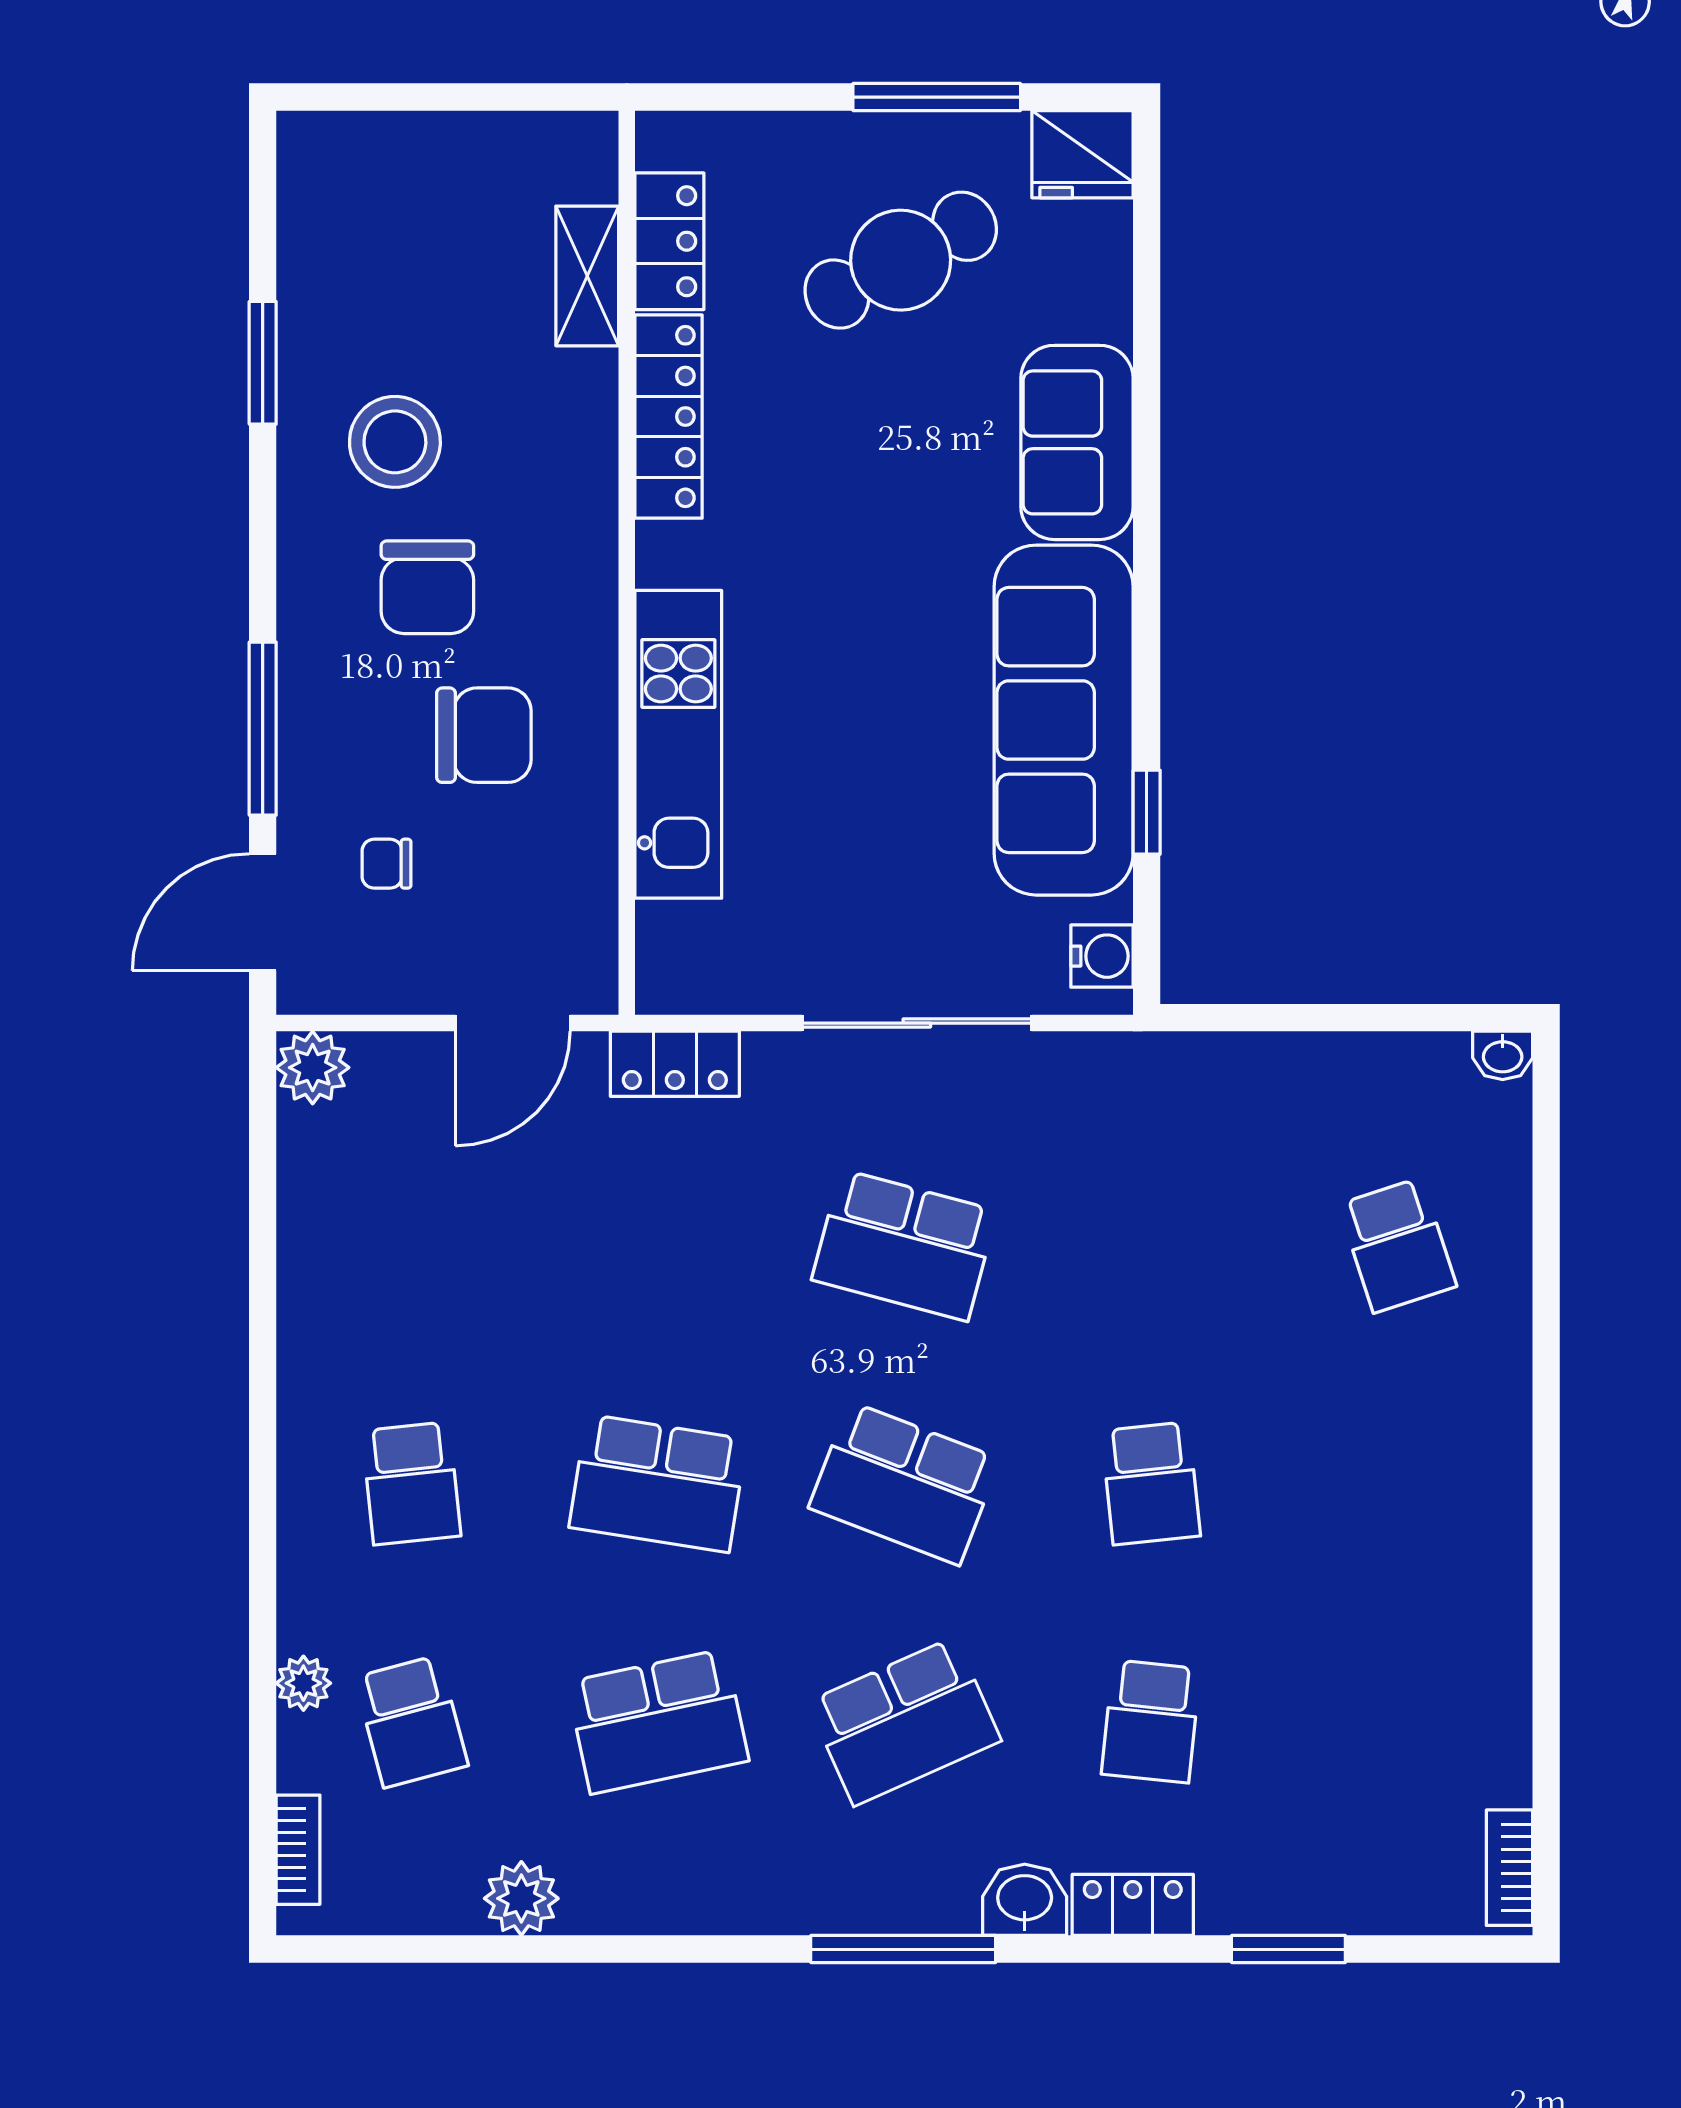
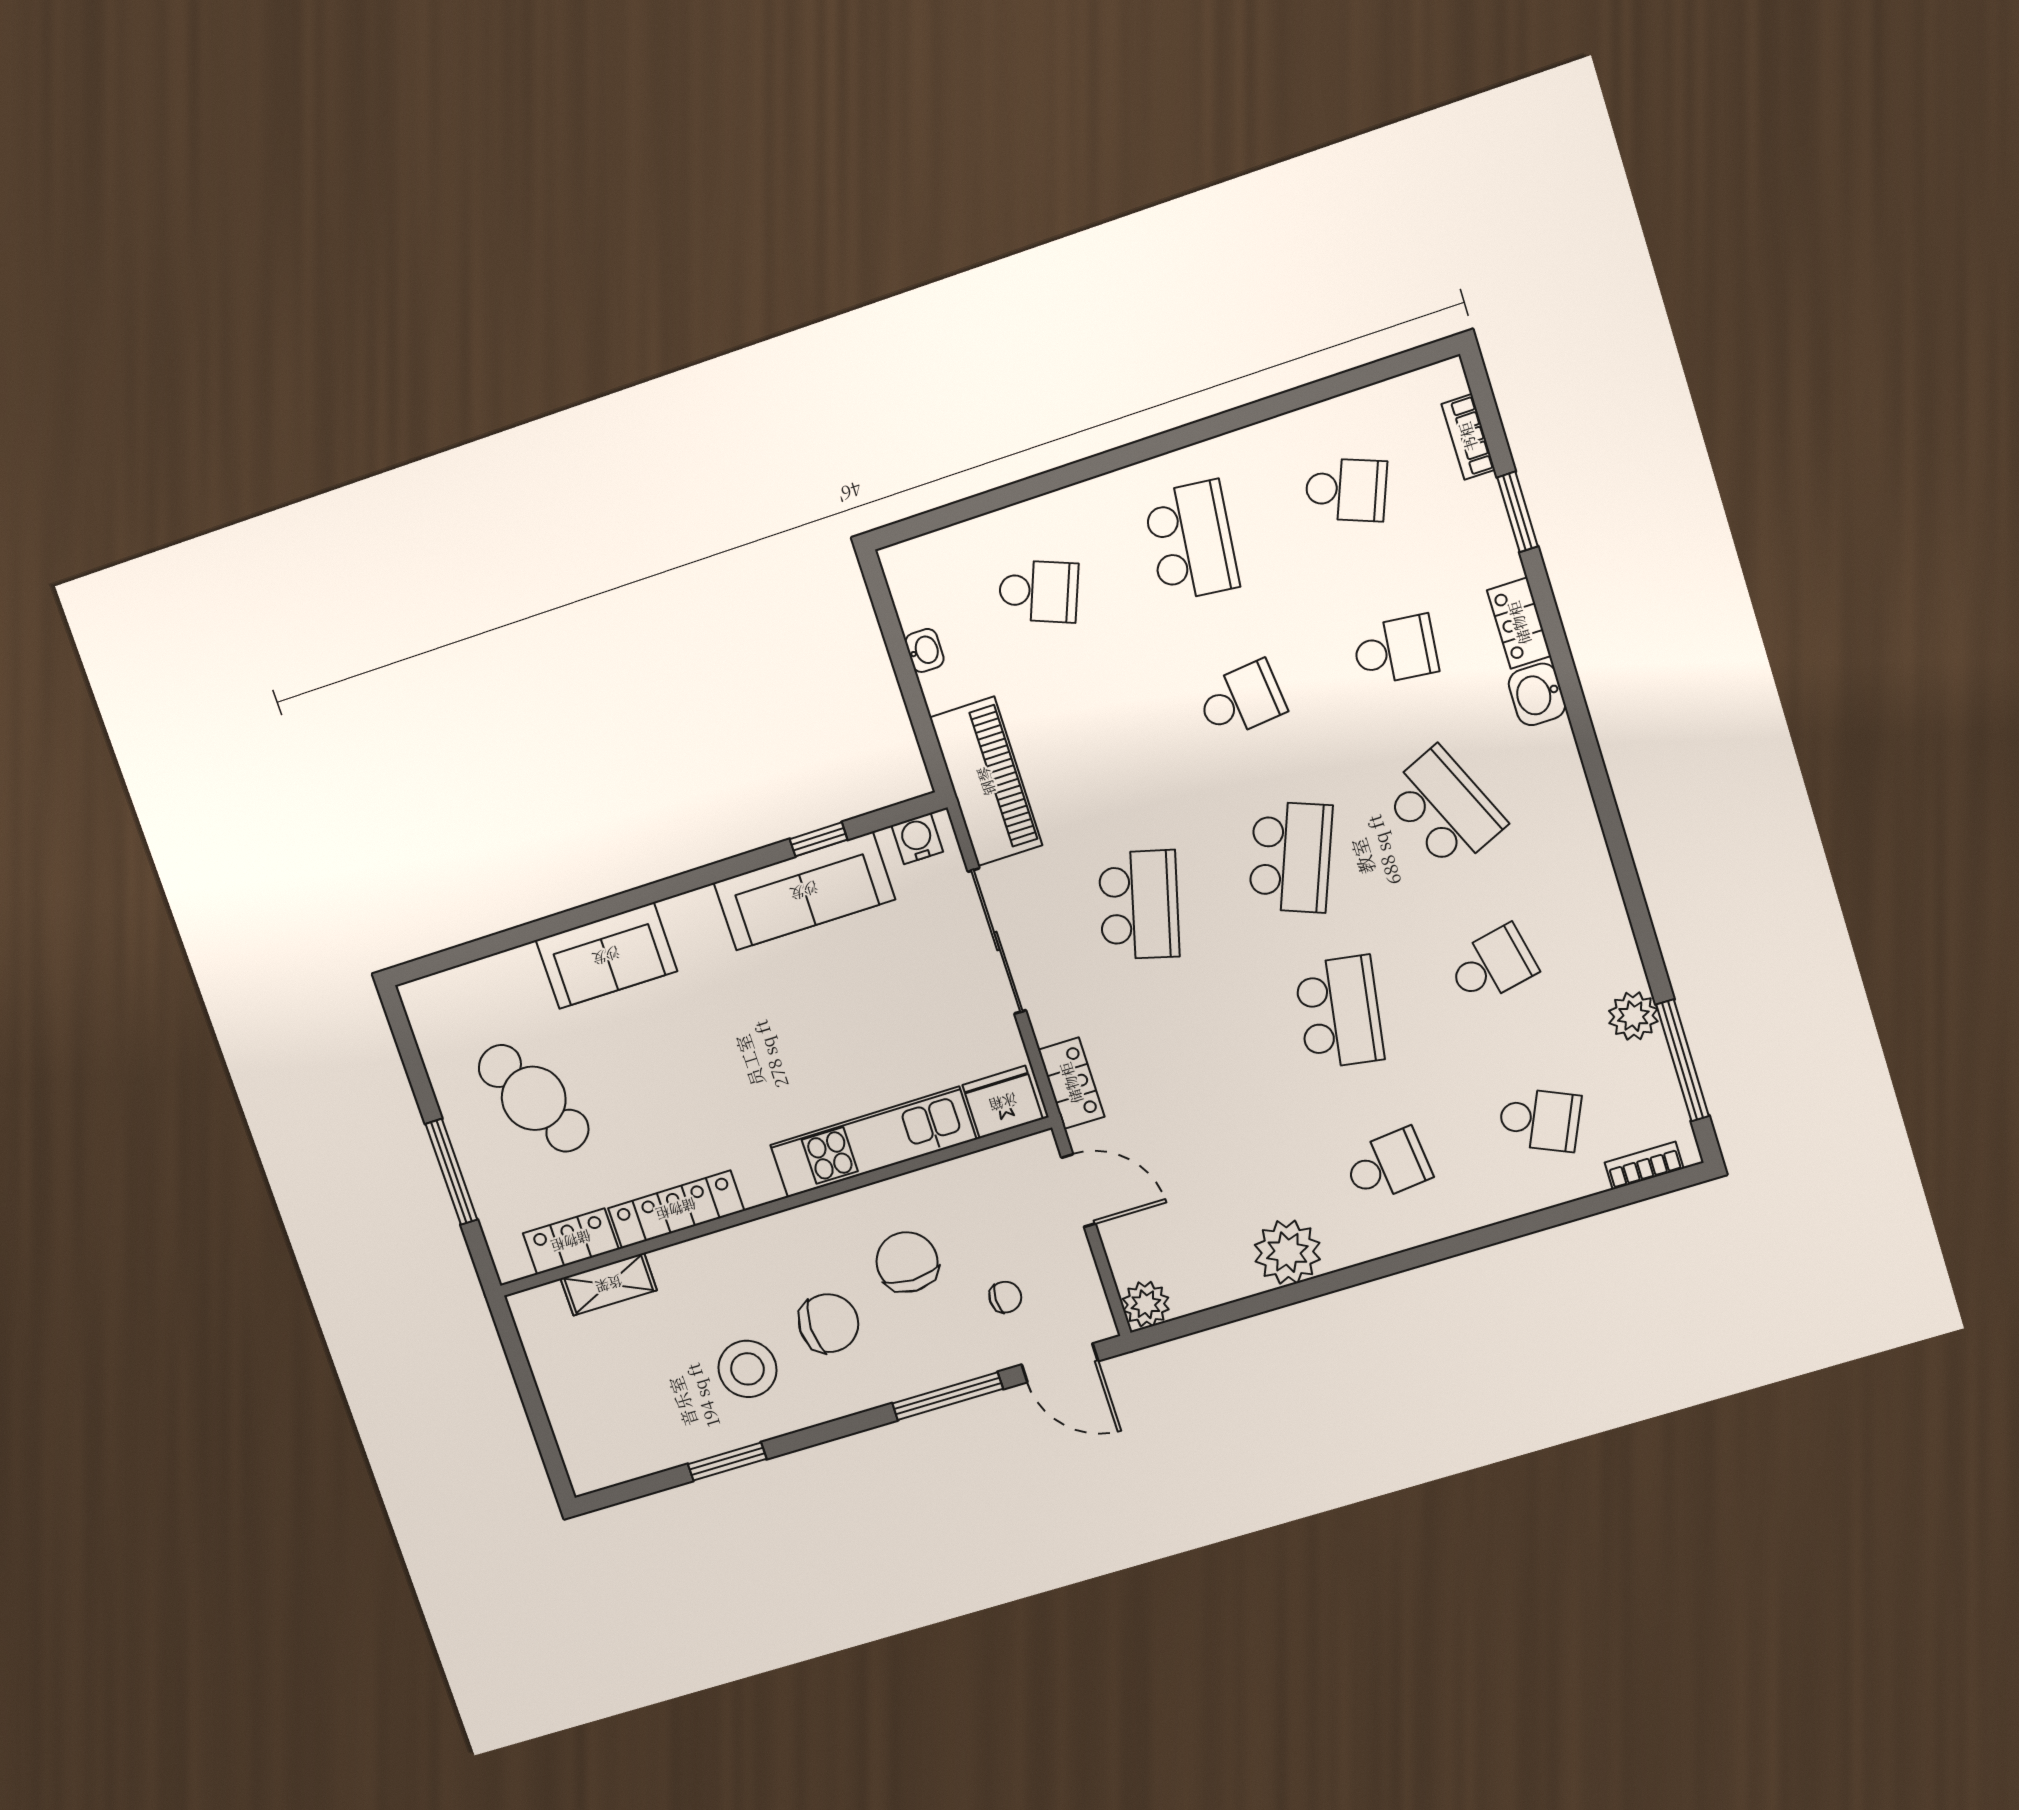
window: (937, 97) -> (451, 1172), moved
fridge: (1082, 154) -> (1003, 1102), moved, turned -90
sofa: (1064, 720) -> (804, 891), width x0.74, depth x0.79
chair: (386, 864) -> (1005, 1297), turned -90
washbasin: (1503, 1055) -> (925, 650), moved
piano: (1152, 1082) -> (986, 781), added
school desk: (1397, 1245) -> (1039, 591), turned 39
school desk: (1397, 1483) -> (1191, 541), added
plant: (303, 1683) -> (1287, 1252), moved, width x1.88, depth x1.88
school desk: (411, 1721) -> (1540, 1120), turned 39
school desk: (658, 1721) -> (1492, 965), width x0.54
school desk: (1397, 1721) -> (1346, 490), added
bookcase: (1509, 1868) -> (1468, 437), moved, turned 90
window: (903, 1949) -> (1683, 1060), moved

